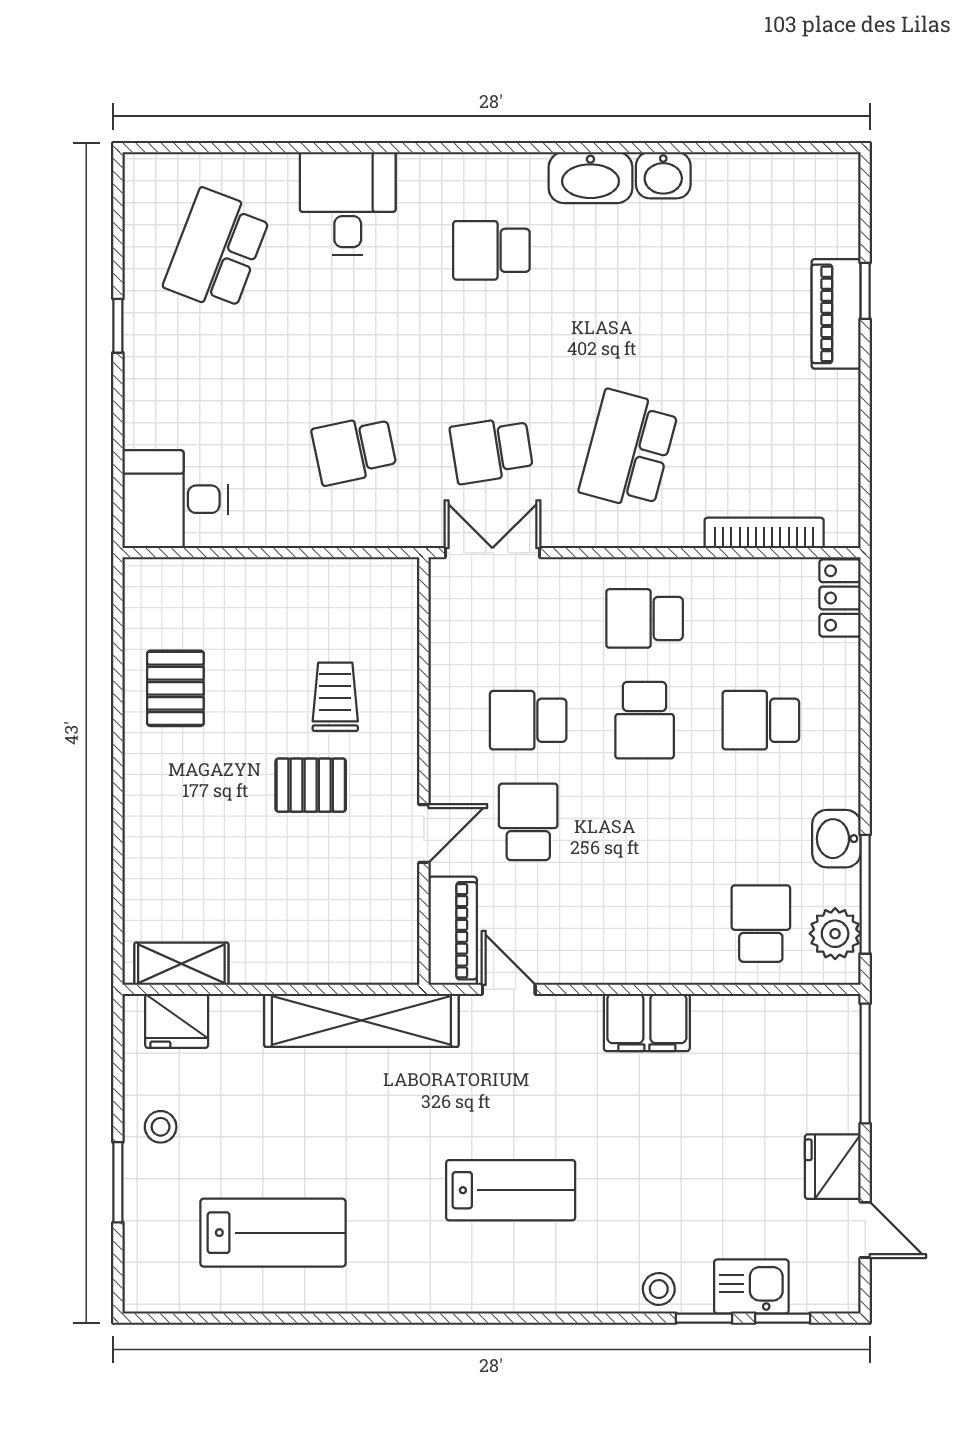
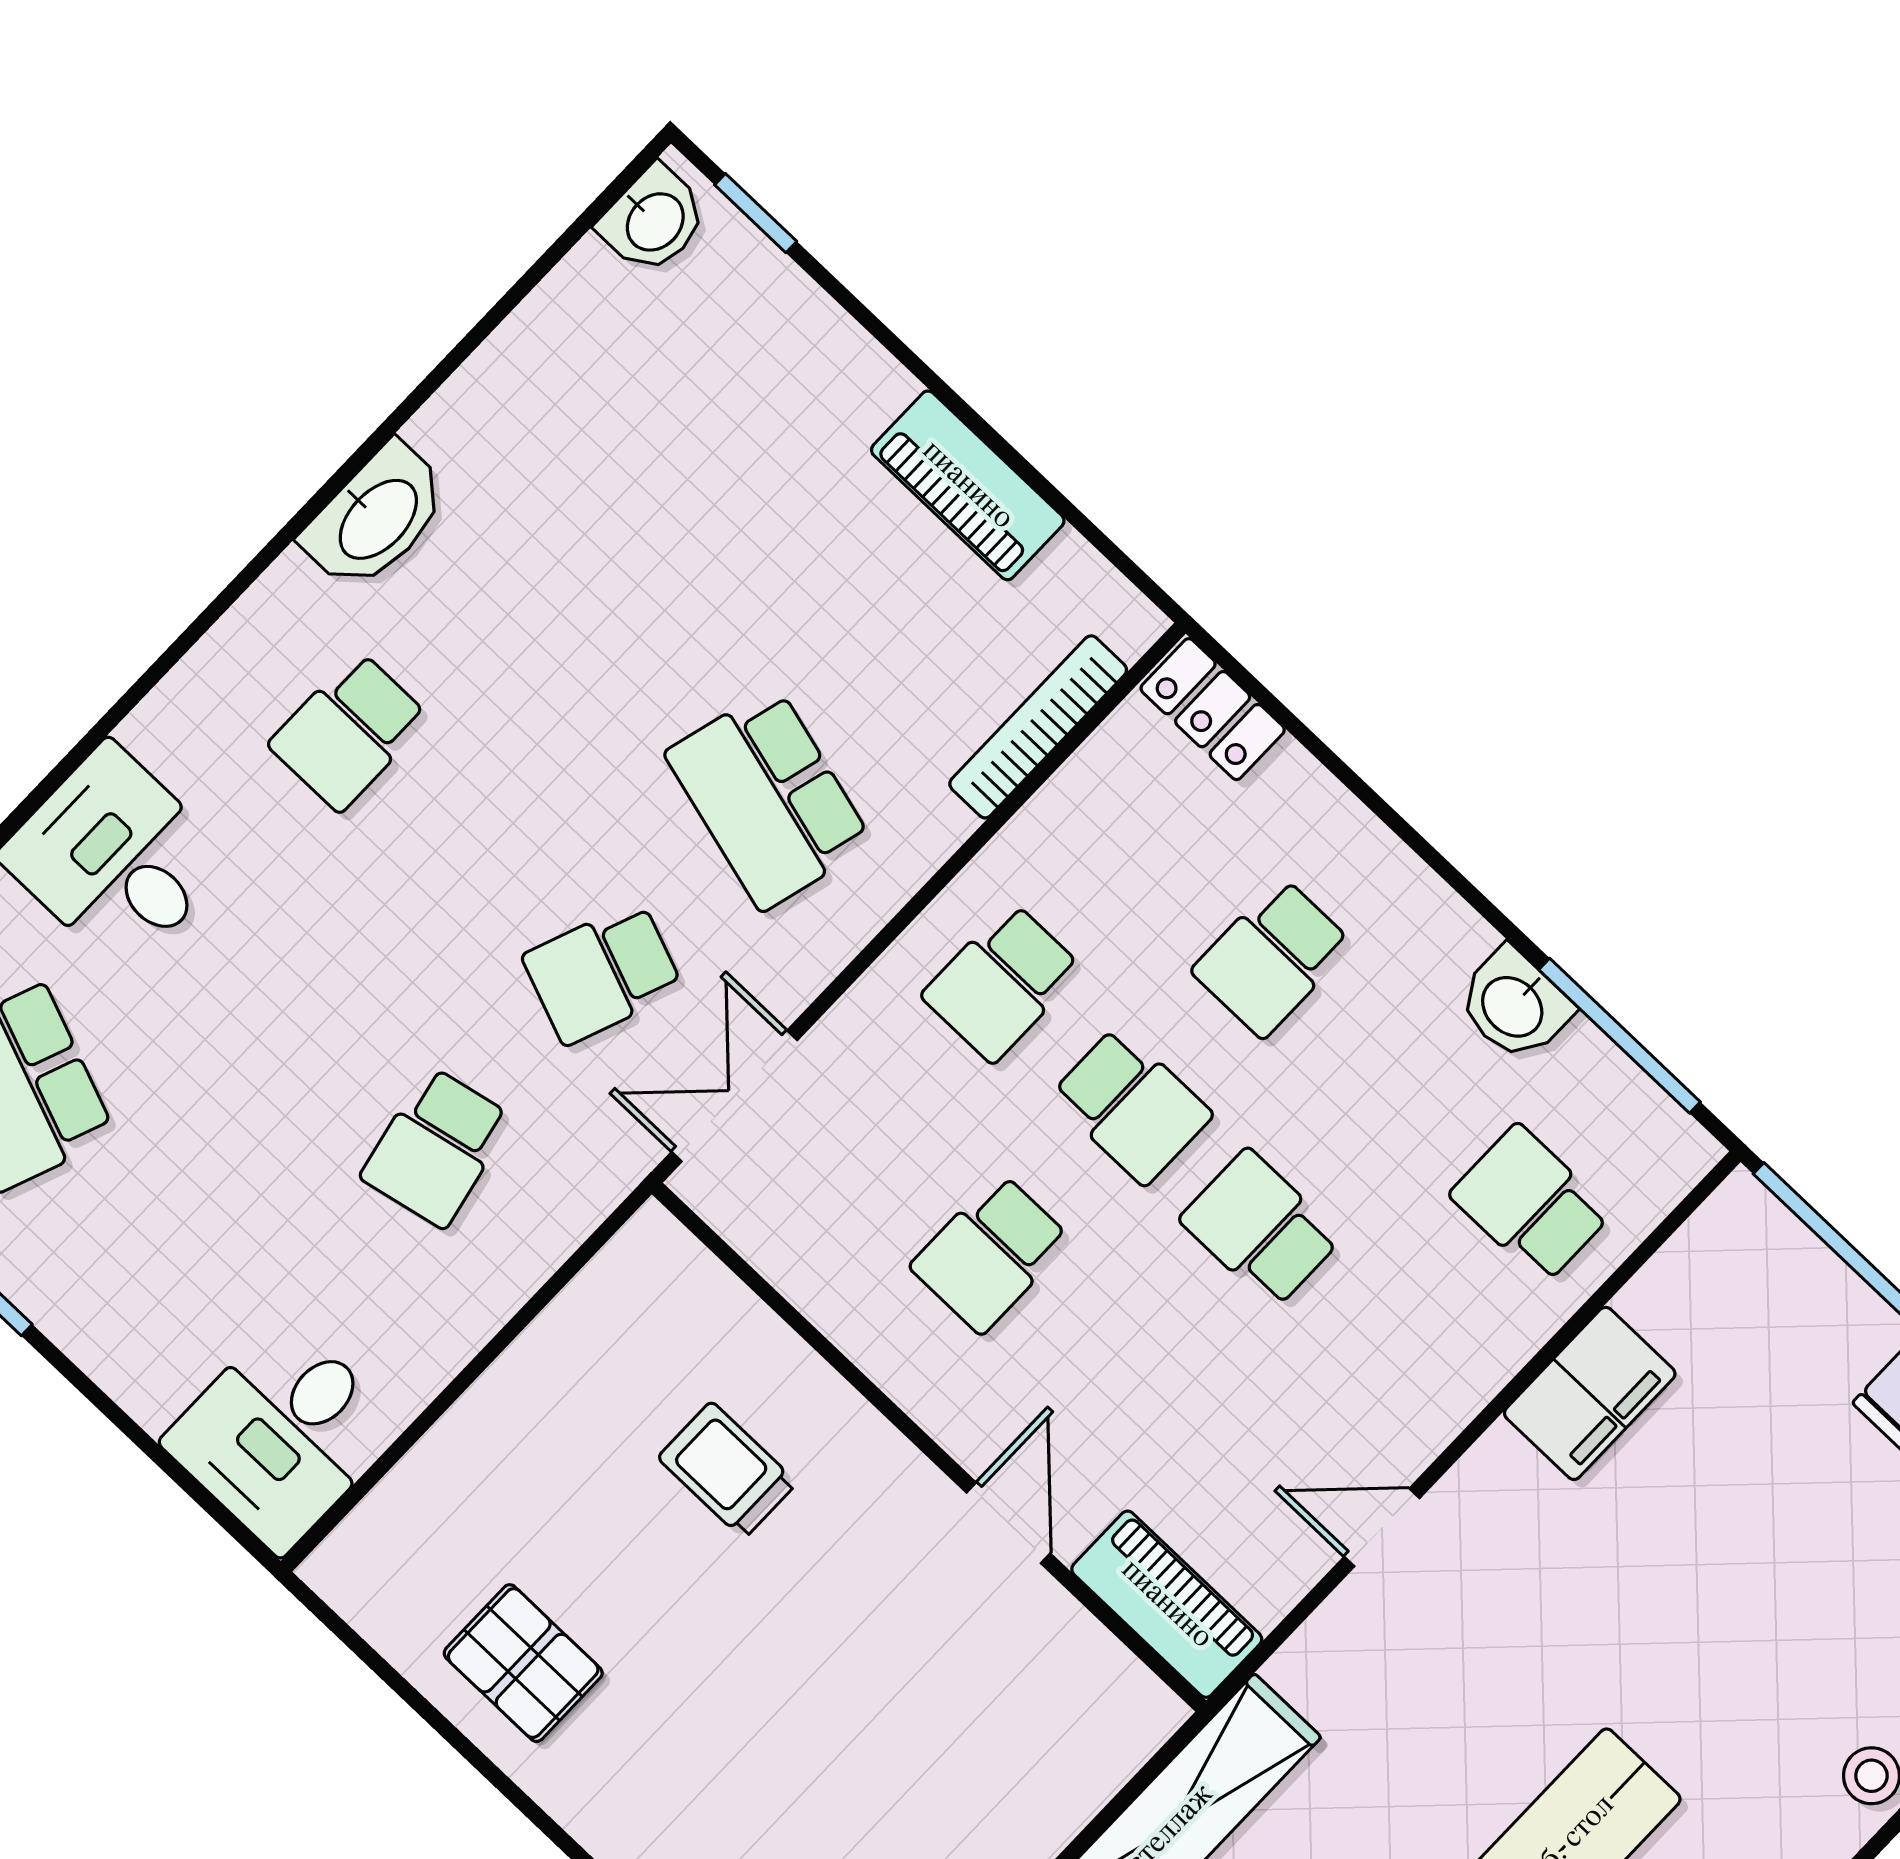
washbasin: (663, 175) -> (654, 220), moved
window: (865, 291) -> (756, 213), moved
piano: (836, 314) -> (968, 485), moved
school desk: (491, 450) -> (603, 973), turned 30
pallet: (311, 785) -> (810, 1608), removed
school desk: (528, 822) -> (1261, 1229), moved
plant: (835, 934) -> (1633, 1122), removed
door: (509, 989) -> (1382, 1527), moved
filing cabinet: (647, 1023) -> (1590, 1393), moved

